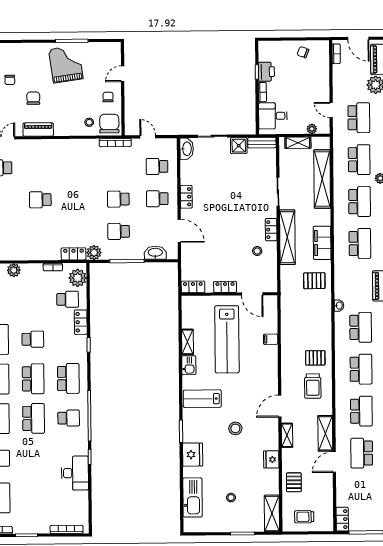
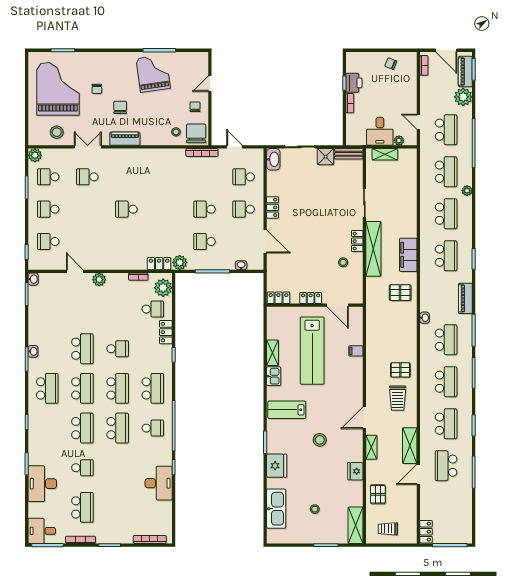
desk: (273, 116) -> (380, 131), moved, turned -90
shelving: (322, 179) -> (409, 191), removed
washbasin: (155, 253) -> (241, 265), width x0.52, depth x0.69

